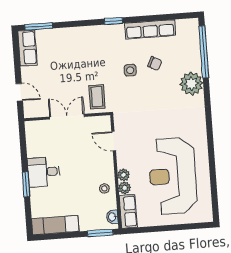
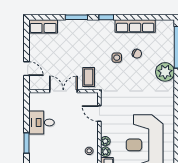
window: (39, 26) -> (76, 17), moved
row of seats: (27, 48) -> (43, 26), moved, turned 90
desk: (44, 172) -> (41, 122), moved

